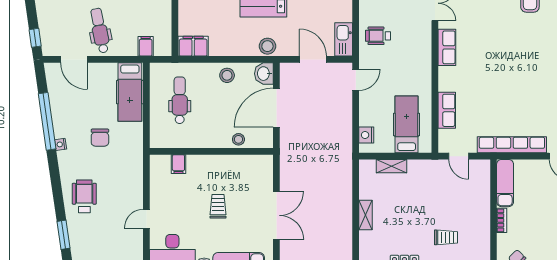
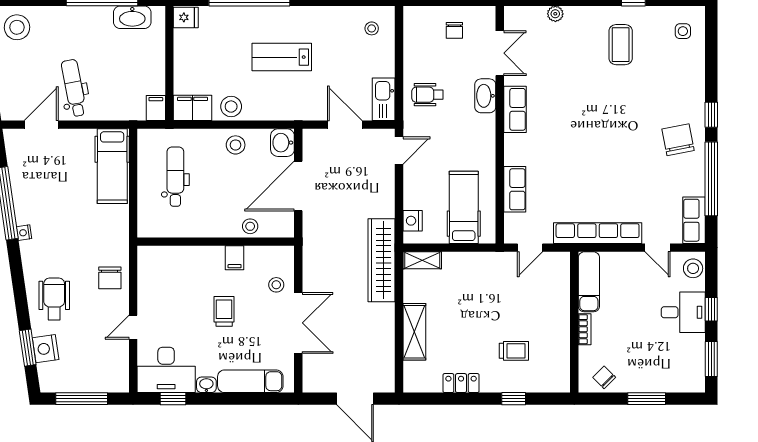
washbasin: (424, 37) -> (485, 96), added
filing cabinet: (146, 46) -> (156, 108), moved
stool: (267, 46) -> (231, 107), moved
door: (74, 59) -> (41, 125), swing flipped
chair: (100, 138) -> (110, 278), moved
door: (459, 156) -> (530, 248), hinge flipped
filing cabinet: (178, 164) -> (235, 258), moved
wardrobe: (342, 166) -> (382, 260), added
shelving: (391, 166) -> (422, 260), moved
stool: (259, 185) -> (276, 285), added
shelving: (365, 215) -> (414, 332), width x1.50, depth x1.33
nightstand: (78, 236) -> (46, 349), added

